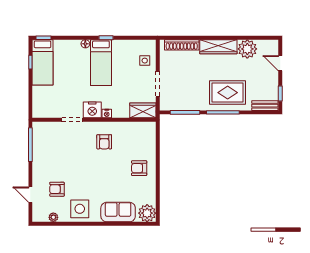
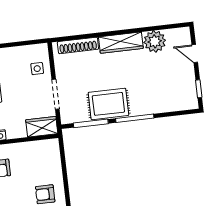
rug: (228, 93) -> (108, 104), moved
bench: (265, 106) -> (183, 105), removed

